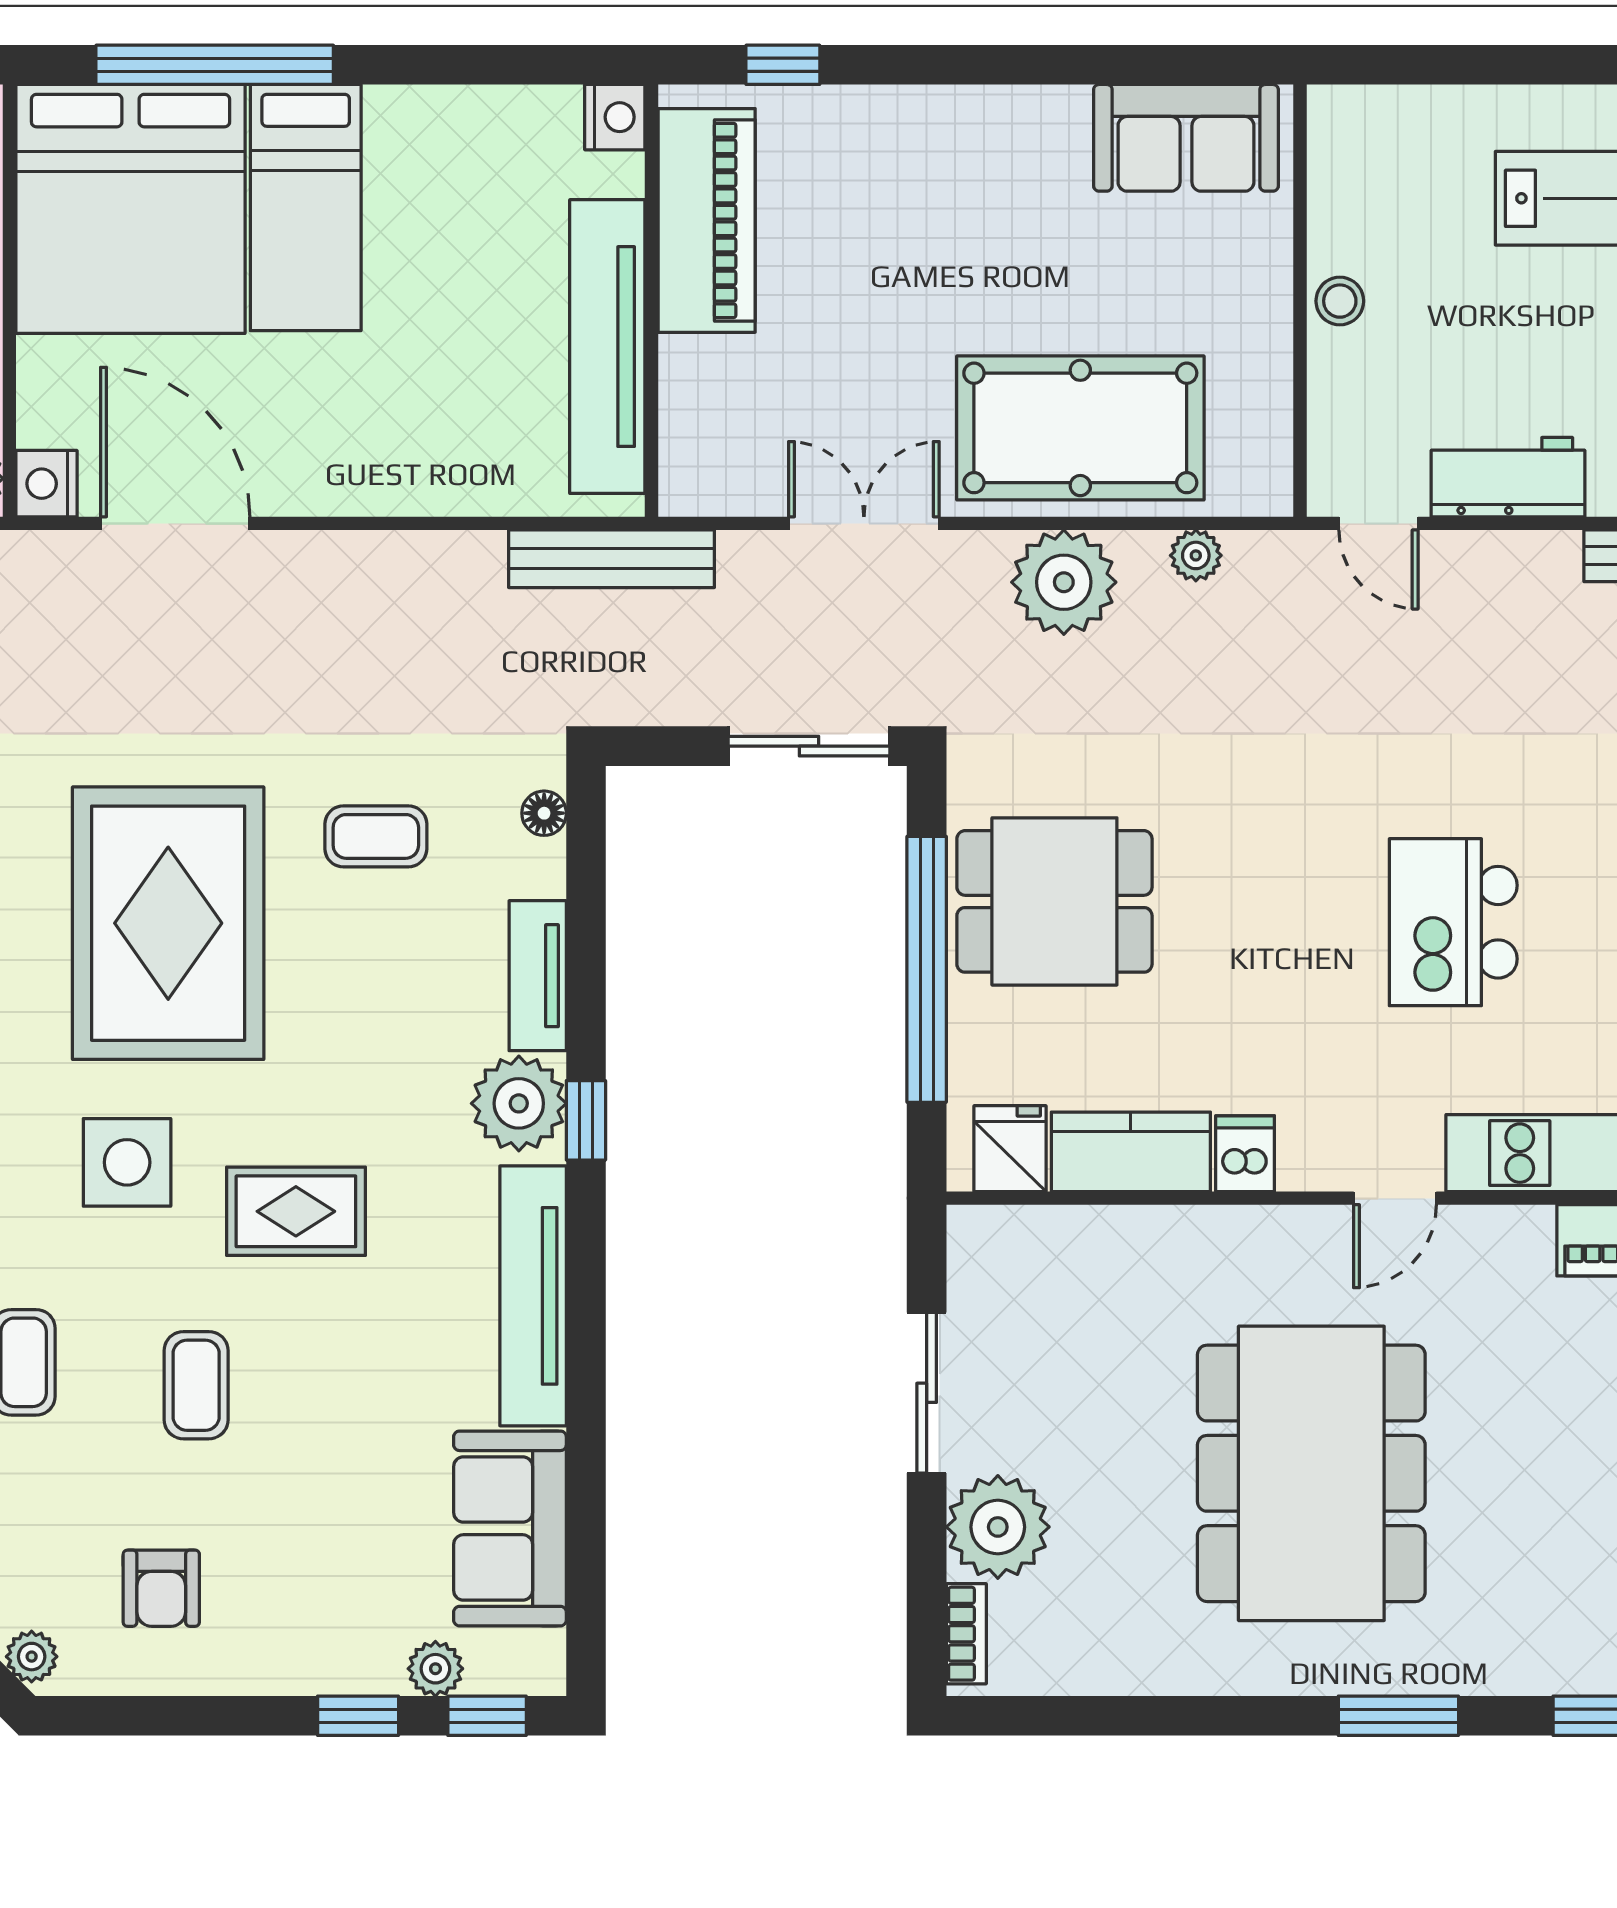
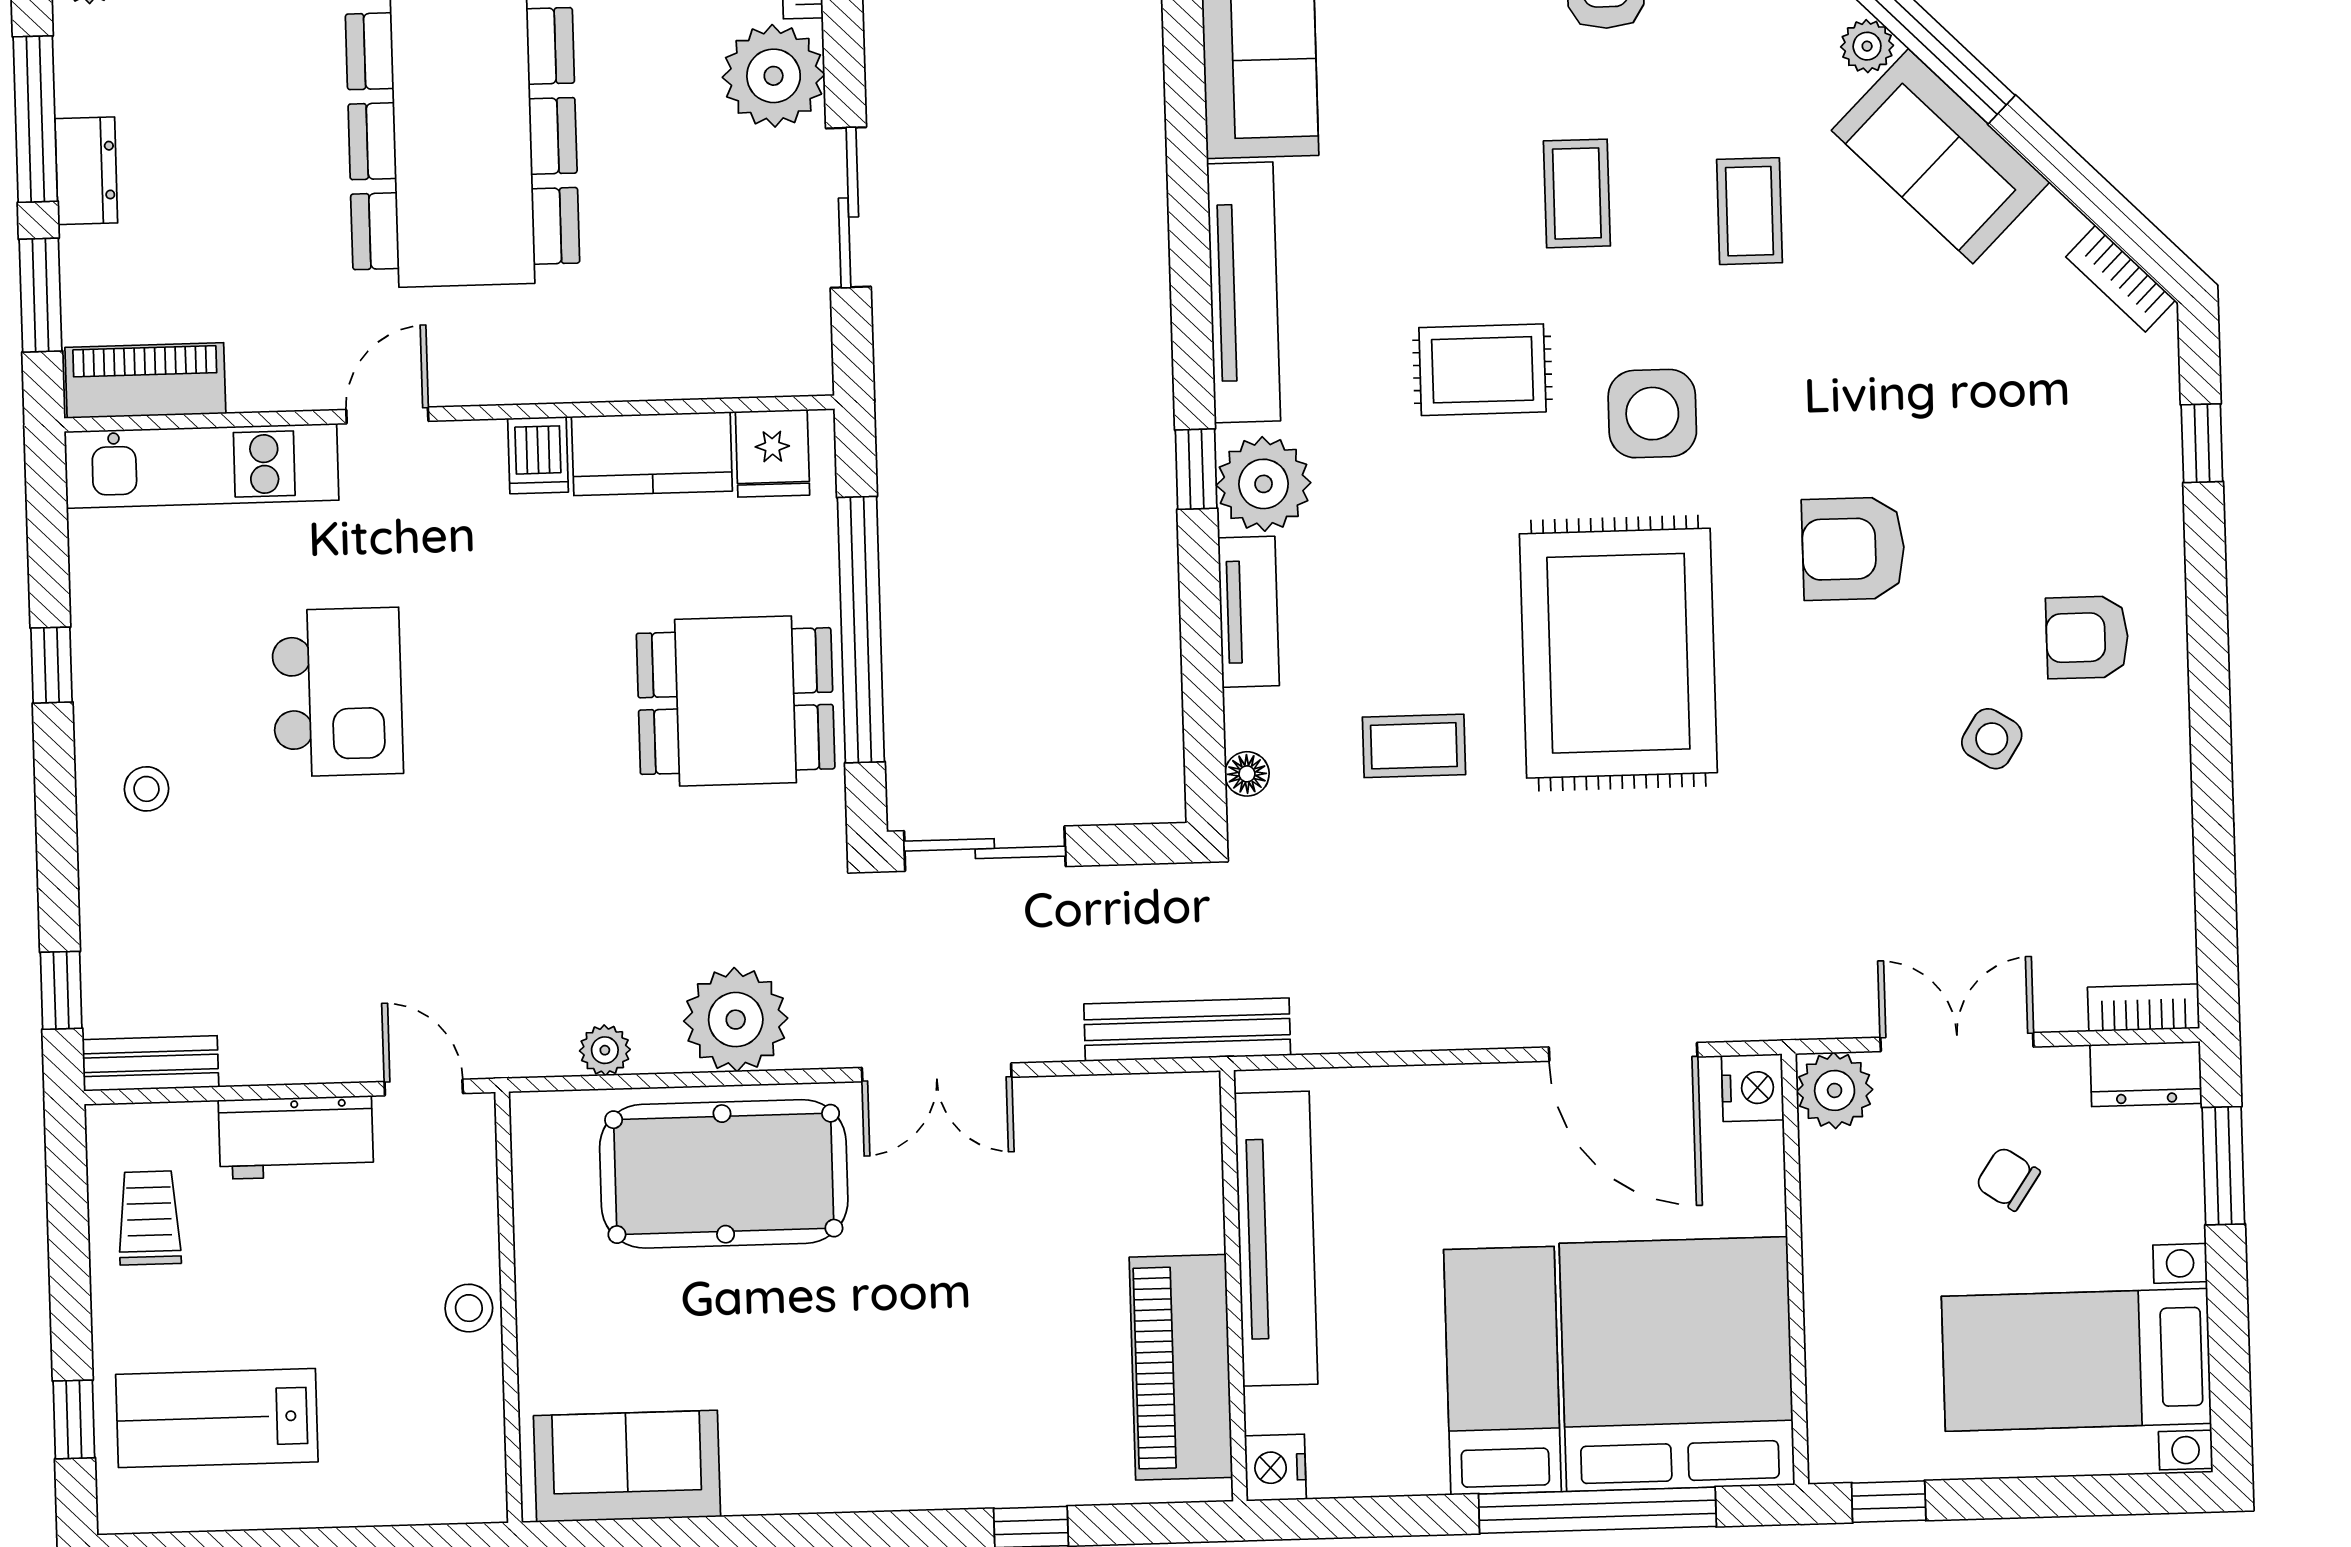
nightstand: (615, 117) -> (1275, 1468), moved
piano: (707, 220) -> (1181, 1367), moved
wall: (651, 301) -> (1233, 1286), moved
tv unit: (607, 347) -> (1276, 1239), moved

